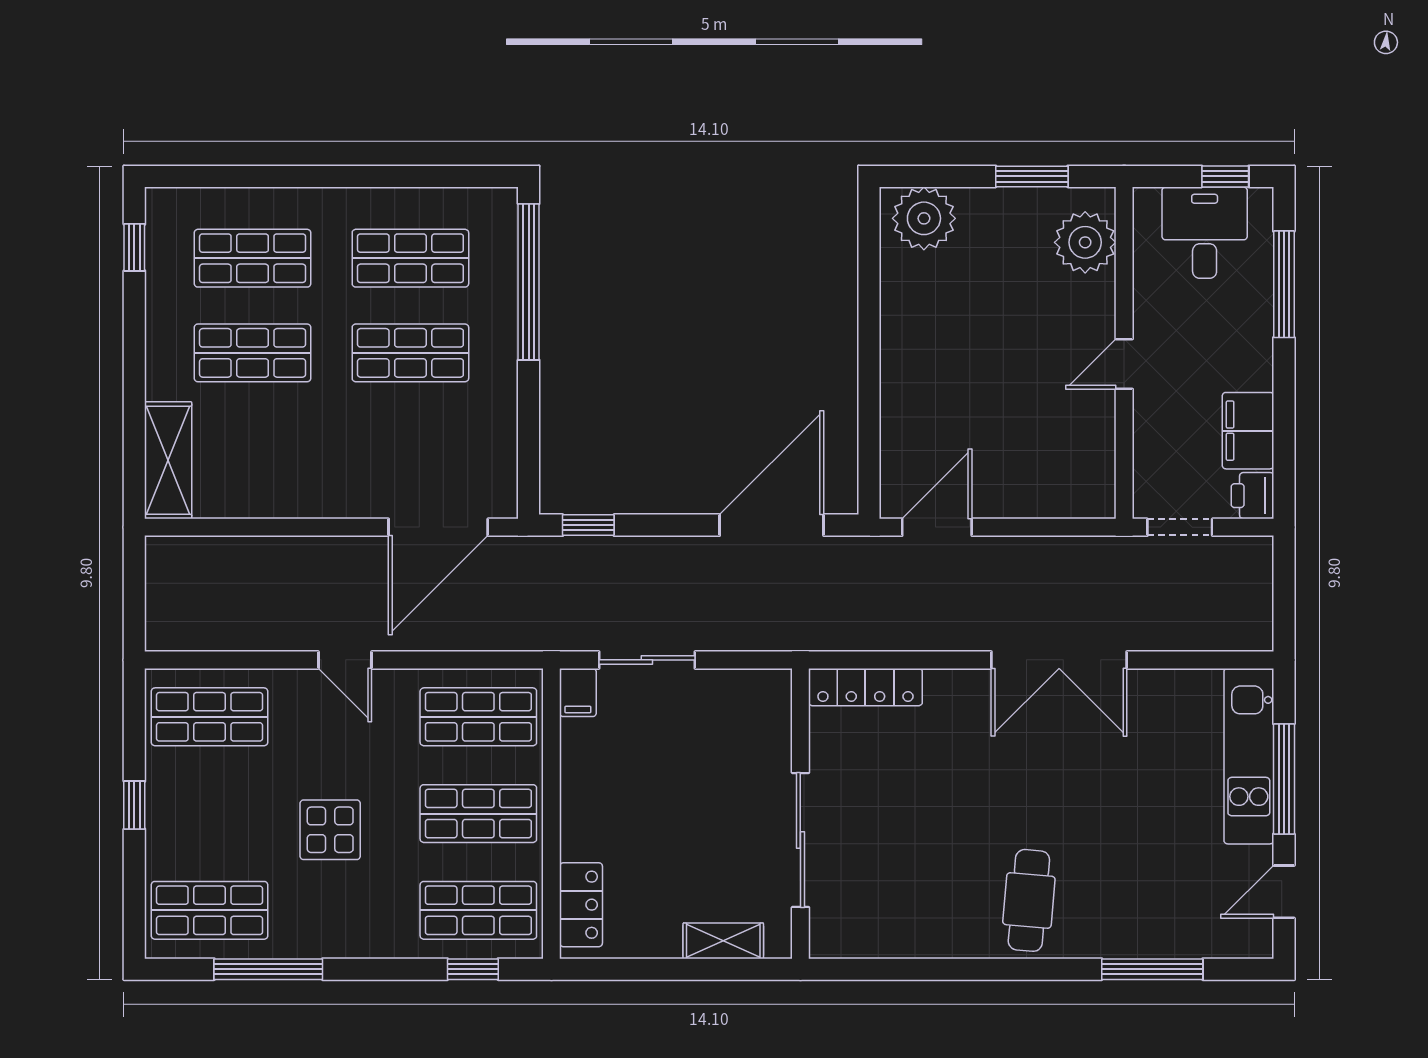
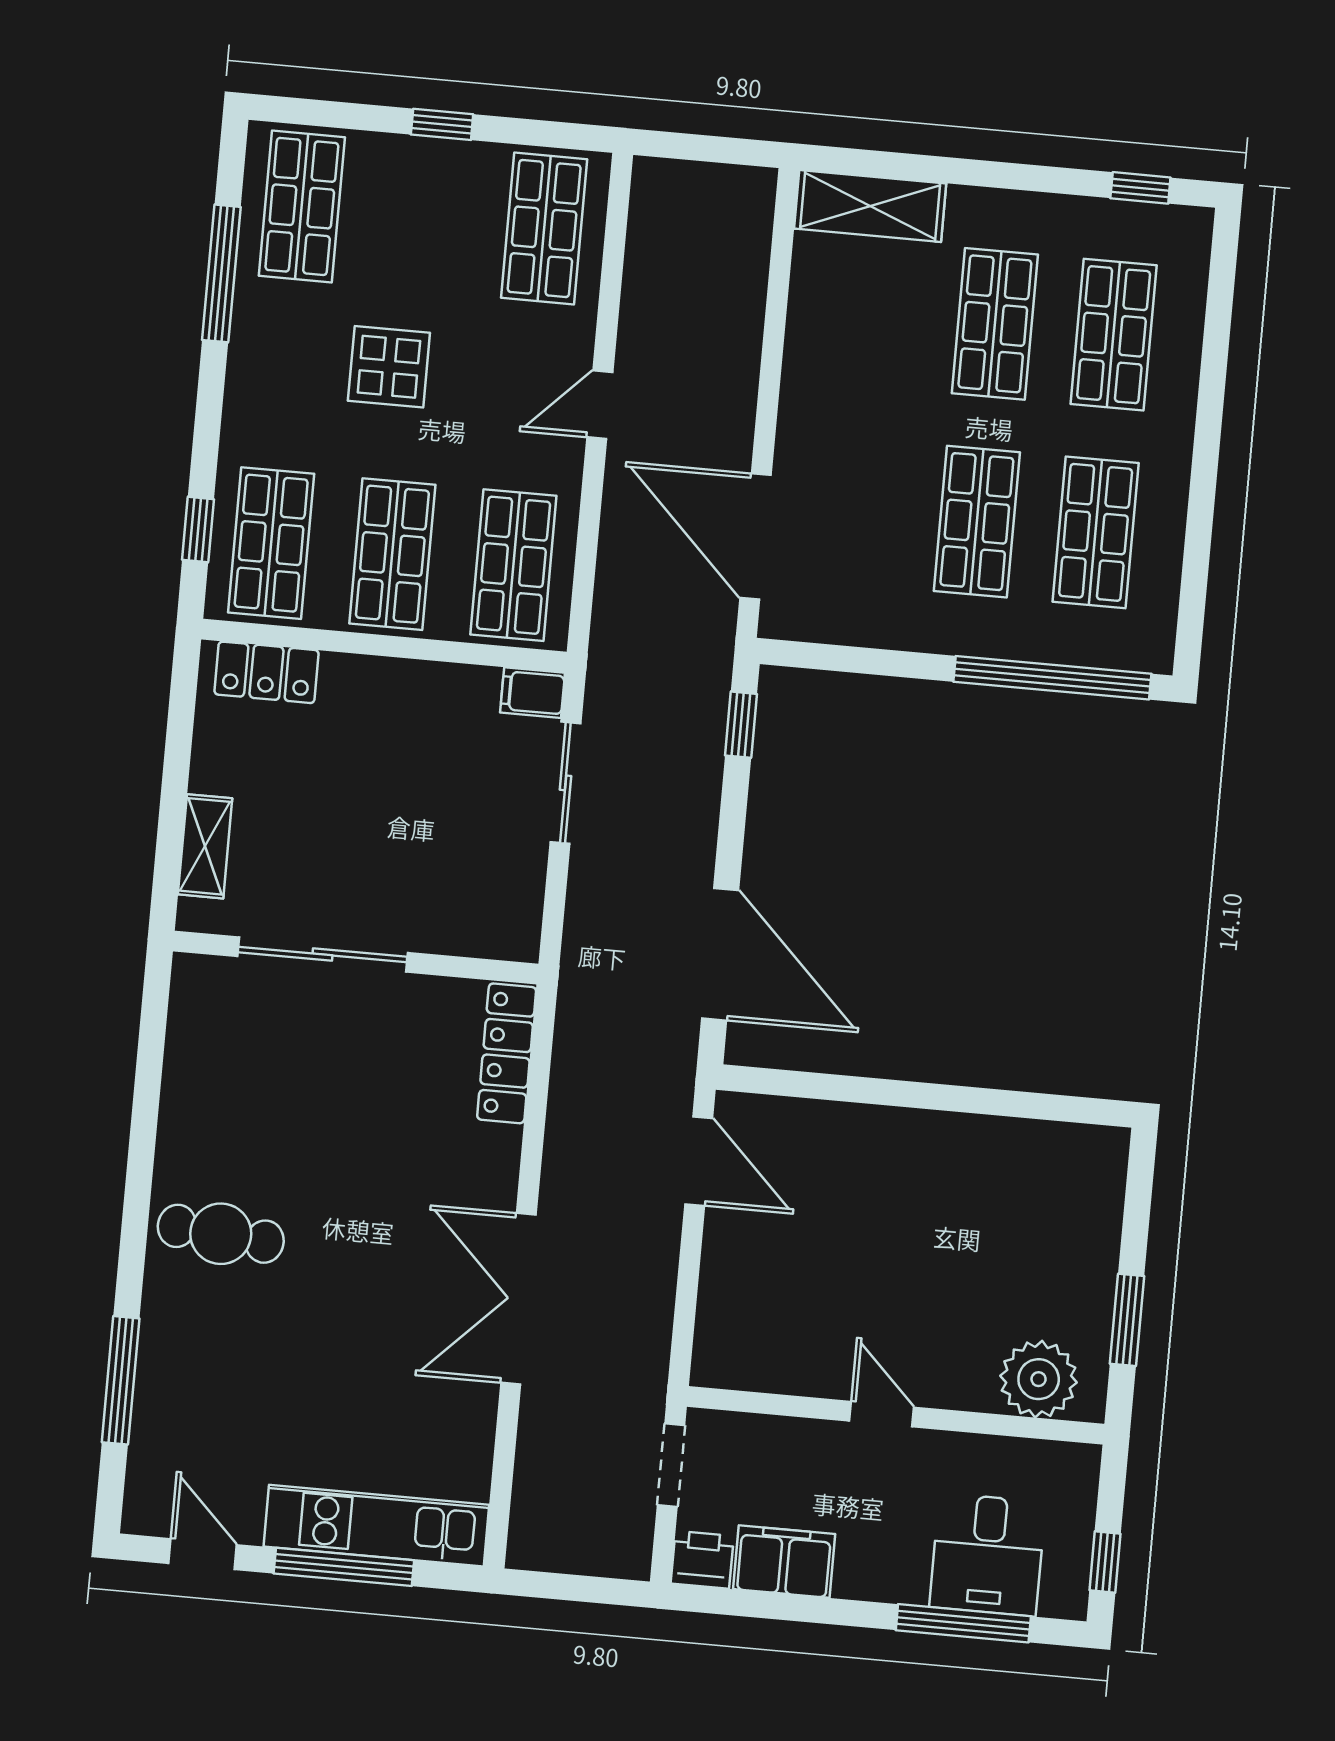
plant: (924, 218) -> (1087, 1180), removed
desk: (1205, 233) -> (988, 1555), moved, turned 90

